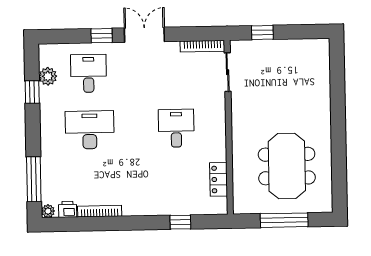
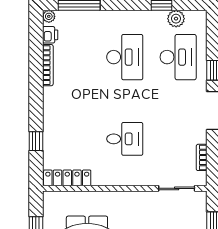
bookcase: (202, 46) -> (202, 157), width x0.64
desk: (89, 73) -> (178, 57), width x1.37
locker: (219, 179) -> (67, 178), width x1.53

